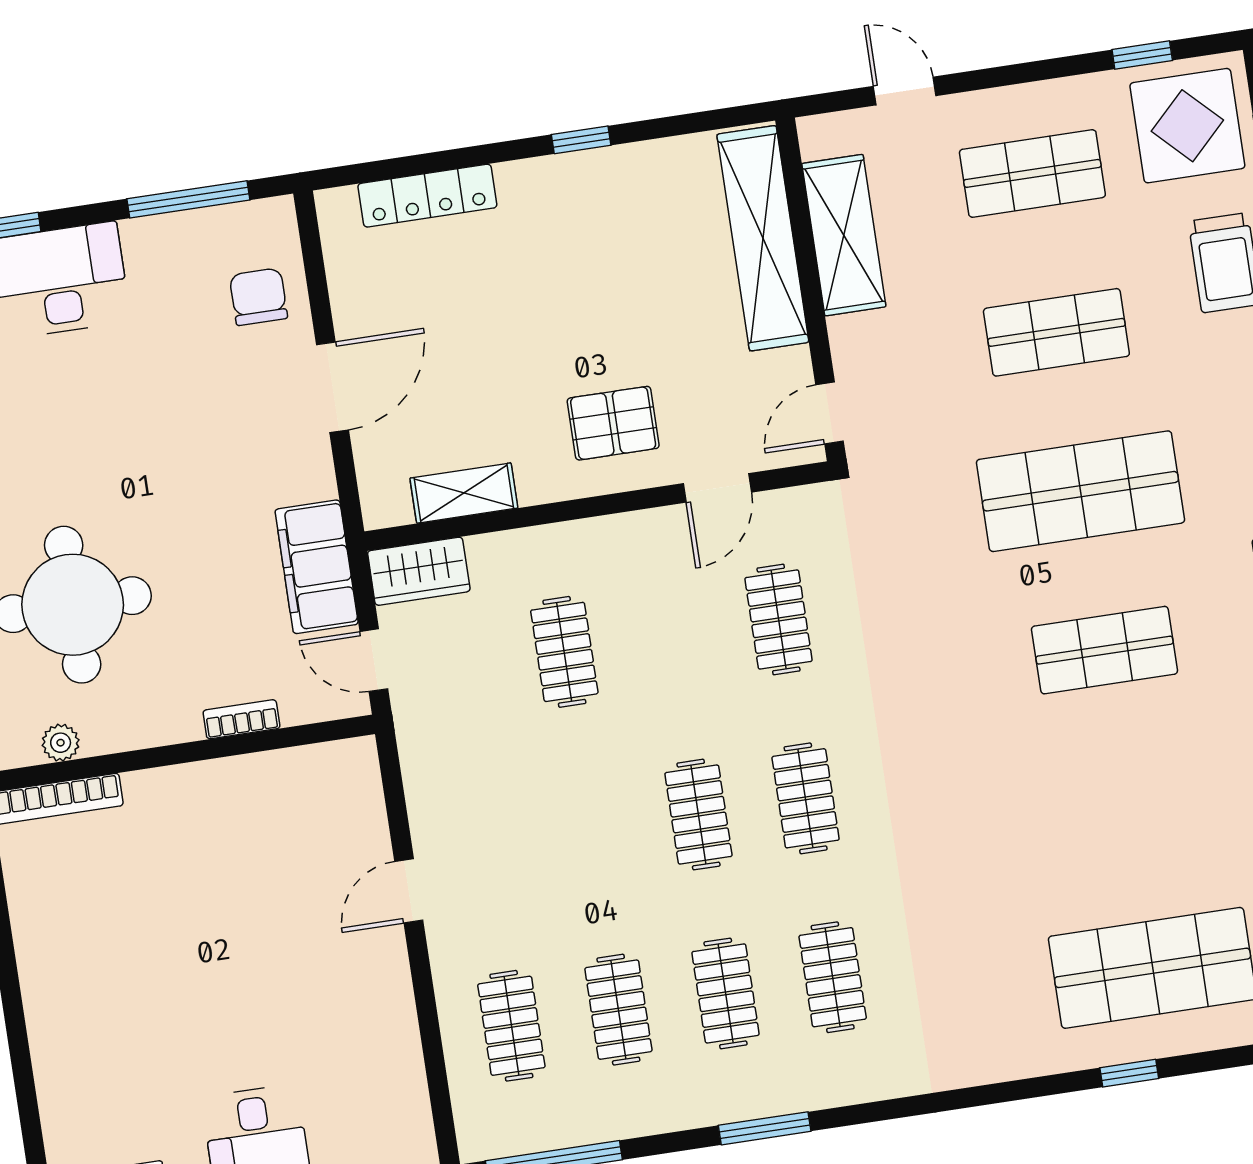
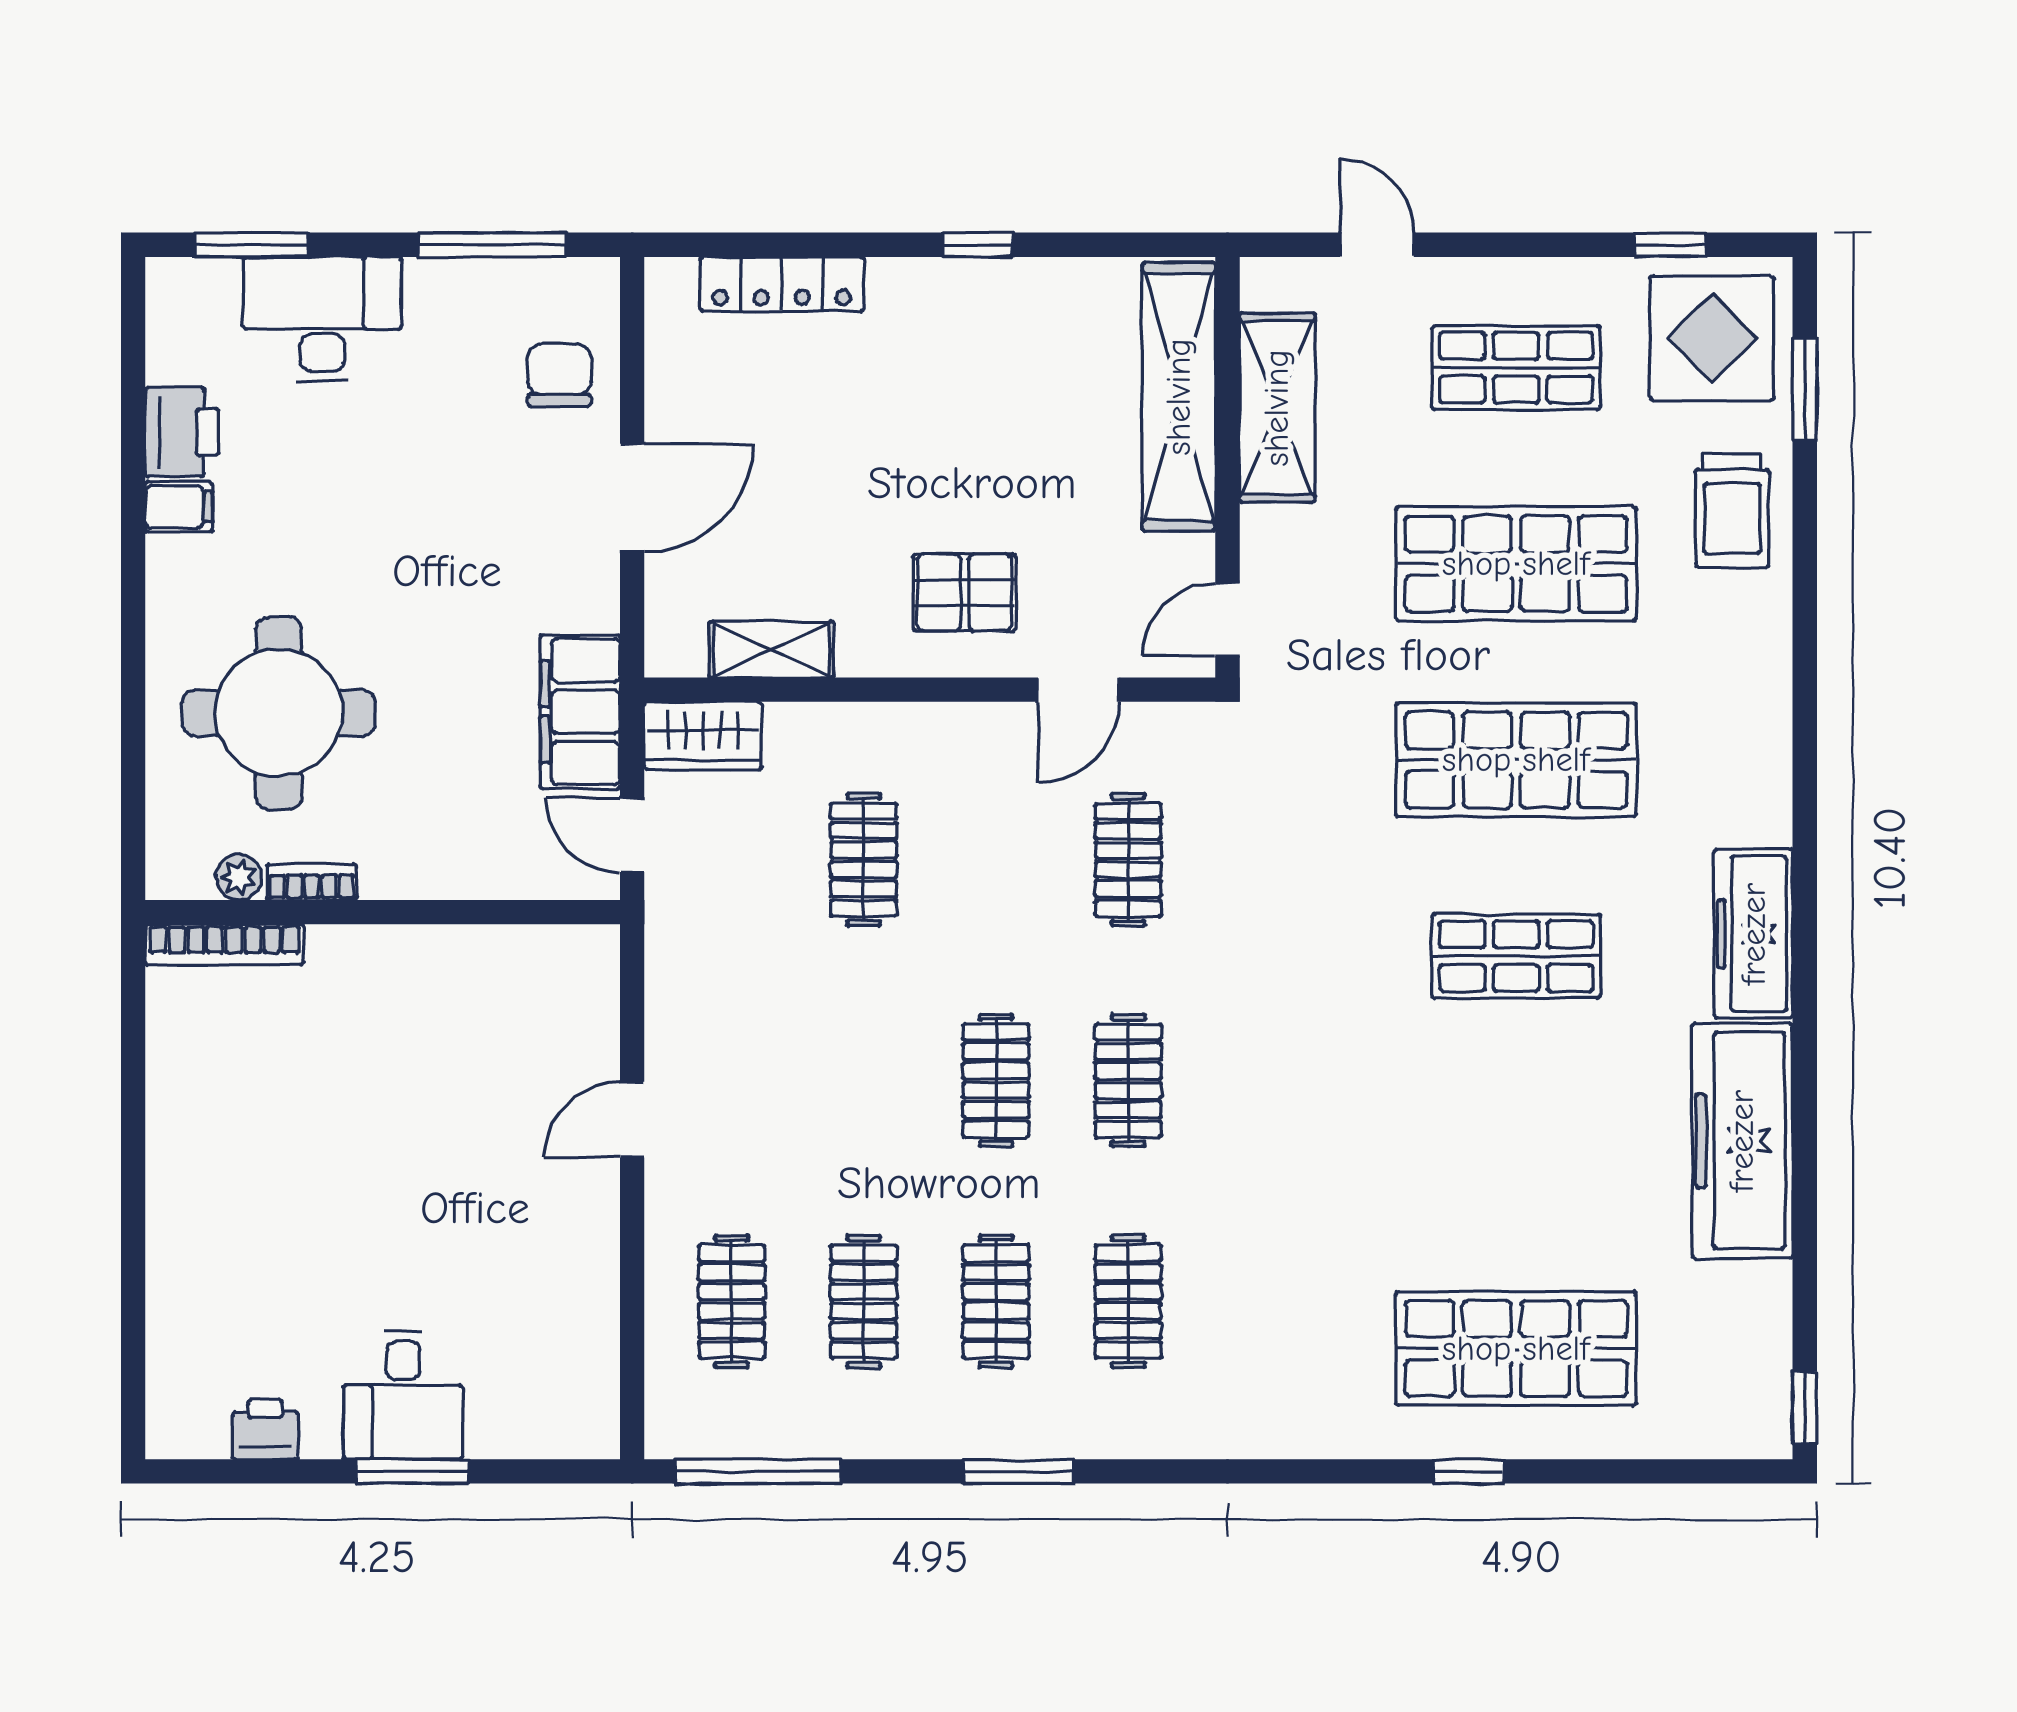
shop shelf: (1056, 332) -> (1516, 564), width x1.43, depth x1.36
bookcase: (241, 719) -> (312, 882), moved

